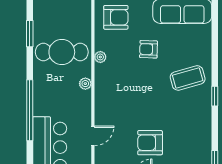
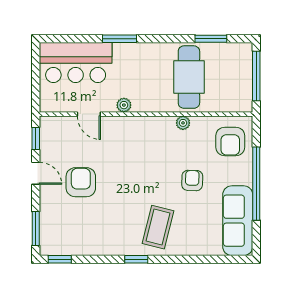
coffee table: (188, 78) -> (158, 227), turned 30
plant: (85, 84) -> (124, 105), moved
window: (30, 110) -> (119, 39), width x0.47

